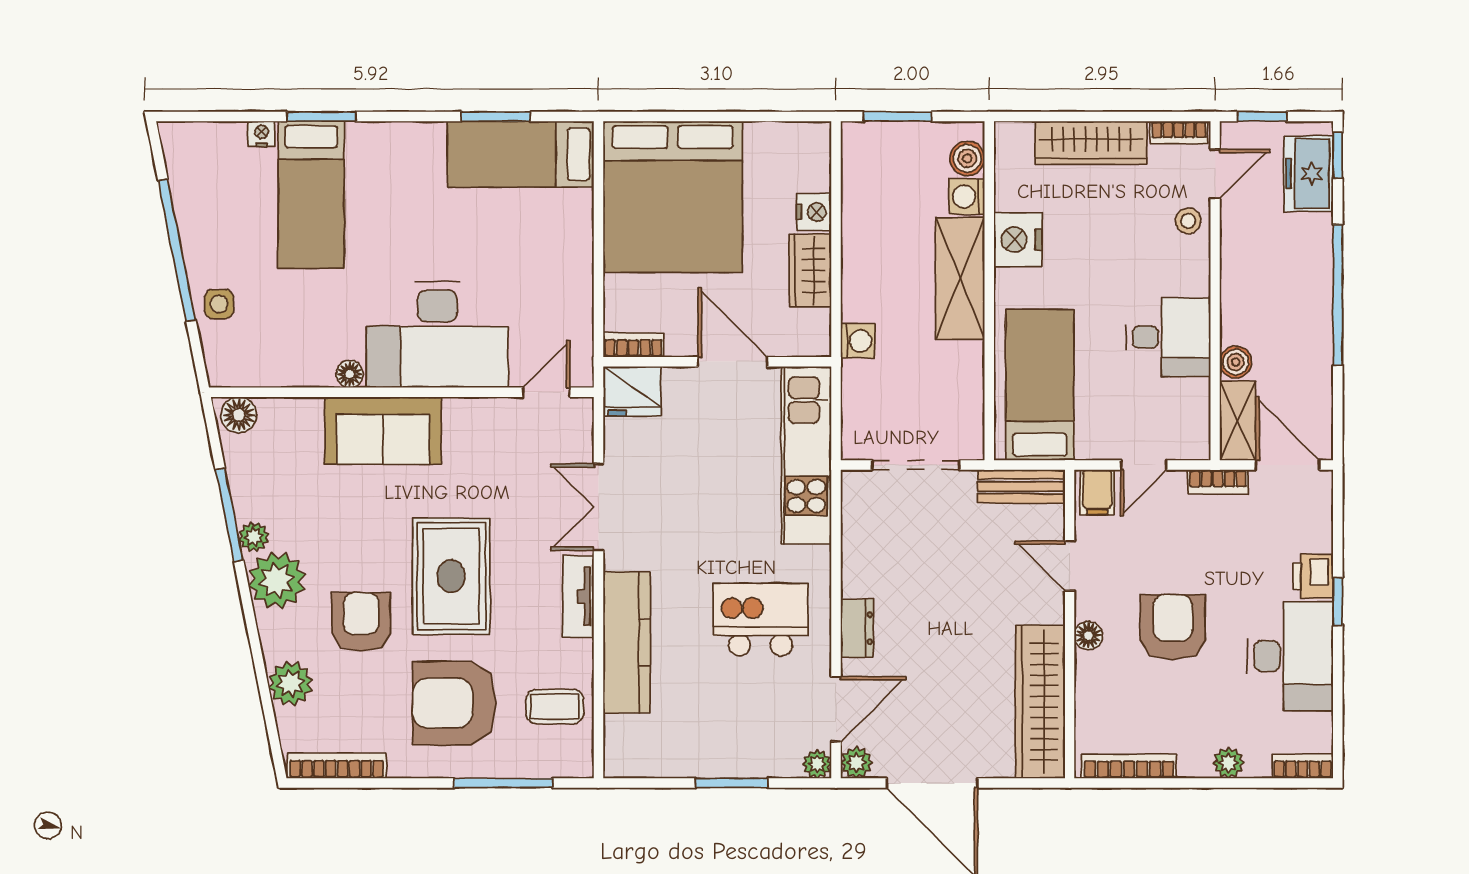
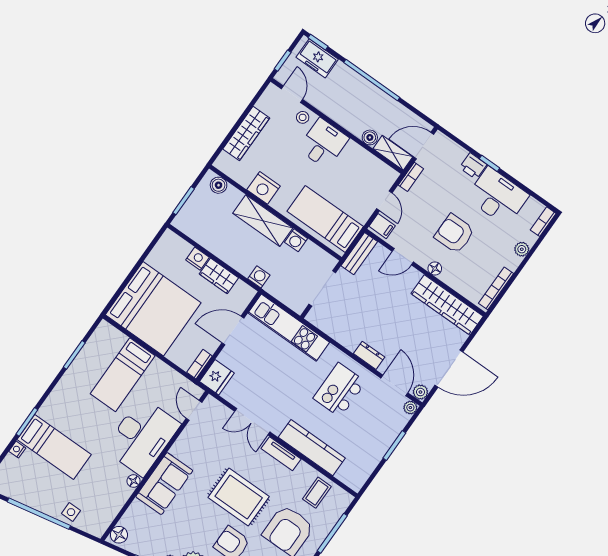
bookcase: (1179, 133) -> (266, 97), removed
bed: (521, 154) -> (123, 375), moved
washing machine: (967, 197) -> (296, 240), moved
desk: (1168, 337) -> (323, 143), moved

